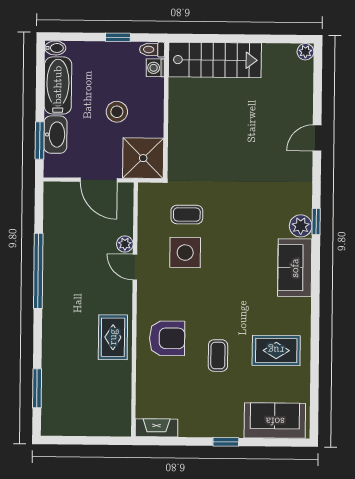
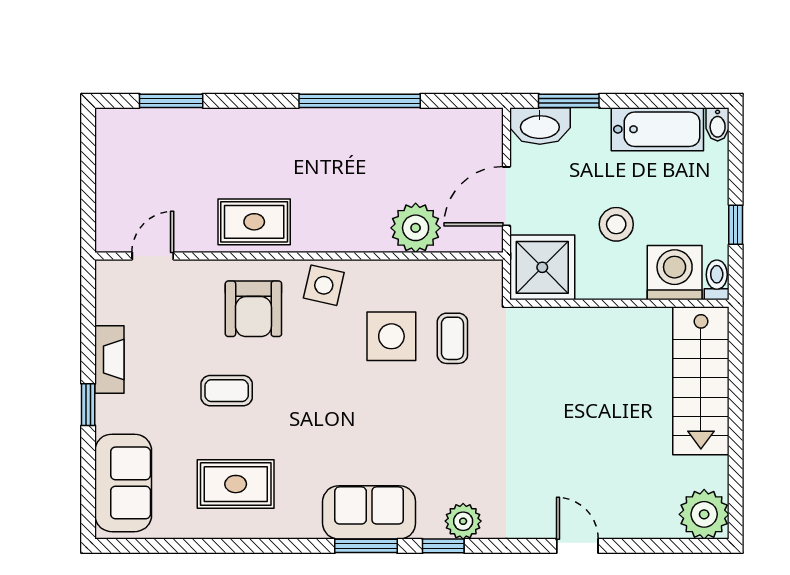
plant: (305, 52) -> (704, 514), width x1.87, depth x1.87
washing machine: (155, 68) -> (675, 273), width x1.89, depth x1.89
washbasin: (55, 135) -> (540, 126), moved
plant: (301, 226) -> (463, 521), moved
plant: (125, 244) -> (416, 228), width x1.88, depth x1.88
door: (135, 267) -> (153, 256), moved
window: (316, 270) -> (366, 546), added
side table: (153, 294) -> (324, 285), added
rug: (276, 350) -> (236, 484), turned 90
fireplace: (156, 428) -> (109, 359), moved

